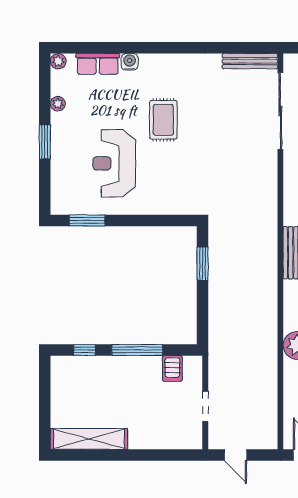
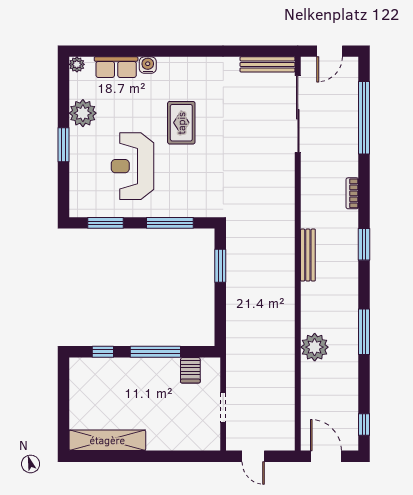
plant: (58, 104) -> (83, 113), width x1.87, depth x1.87
window: (152, 220) -> (170, 223), added

